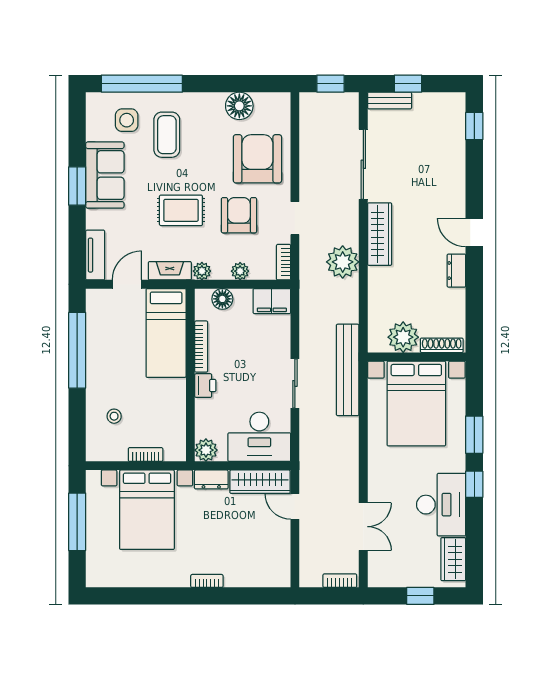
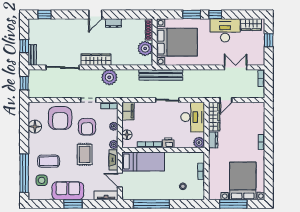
armchair: (257, 159) -> (60, 118), turned -90
armchair: (239, 215) -> (87, 127), turned -90
bed with nightstands: (147, 510) -> (243, 181), moved, turned -90

